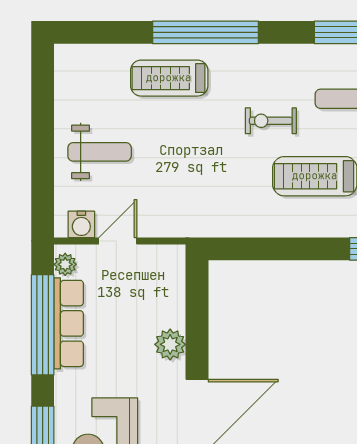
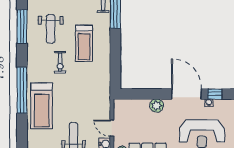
treadmill: (169, 78) -> (42, 106), width x1.37, depth x1.38

